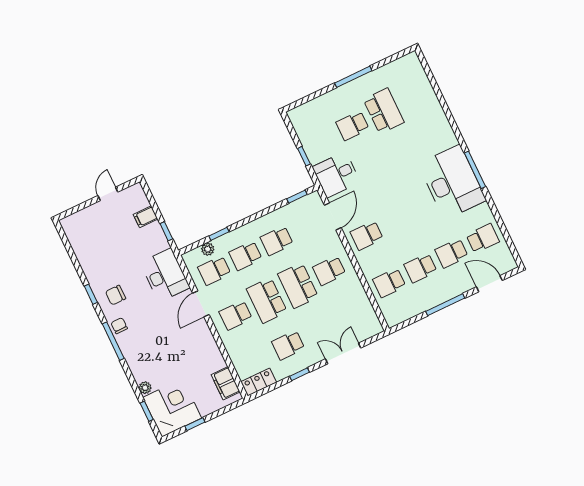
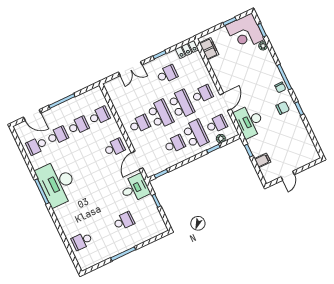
school desk: (384, 111) -> (82, 241), moved, width x0.54
school desk: (246, 256) -> (196, 134), width x1.85

